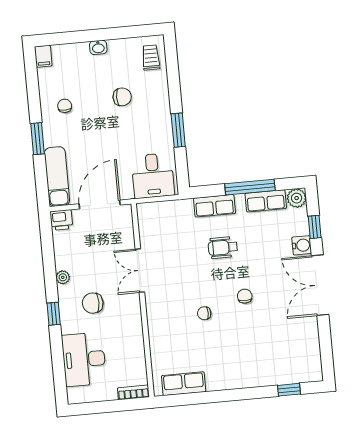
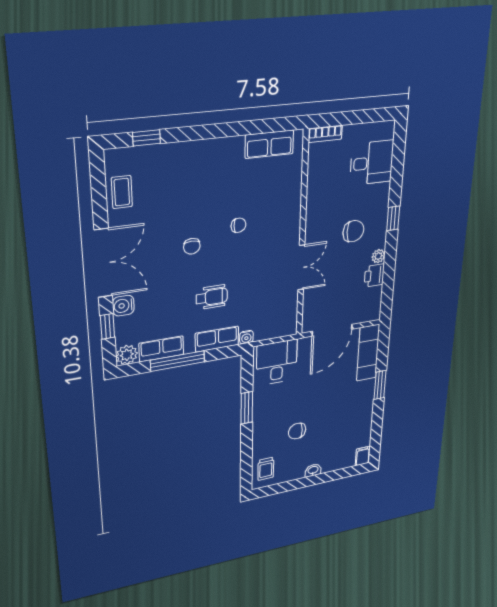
chair: (65, 106) -> (351, 417), removed
water cooler: (186, 205) -> (246, 337), added
printer: (61, 220) -> (374, 275), moved, turned -90
coffee table: (307, 346) -> (122, 192), added
desk: (84, 359) -> (372, 163), width x0.73

